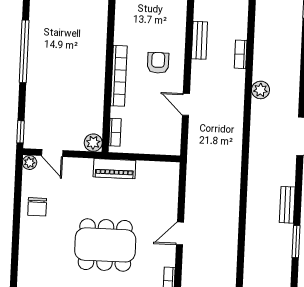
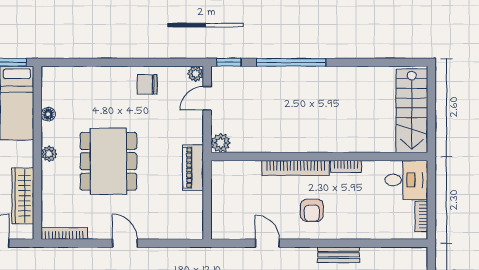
window: (24, 51) -> (291, 62), moved
armchair: (158, 63) -> (312, 210), turned 90
door: (186, 104) -> (267, 243), hinge flipped
bookcase: (115, 132) -> (346, 166), moved

